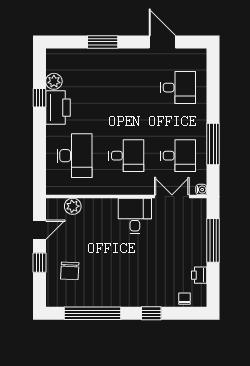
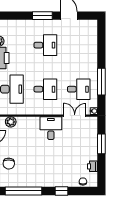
window: (103, 42) -> (42, 16), moved
desk: (178, 88) -> (45, 45), moved
window: (213, 240) -> (101, 144), width x0.69

